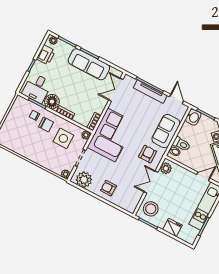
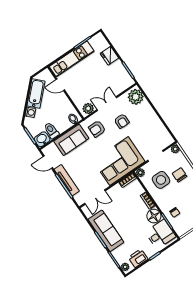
door: (177, 99) -> (48, 162), hinge flipped
chair: (46, 125) -> (180, 175), moved
toilet: (181, 144) -> (51, 131), moved
plant: (84, 180) -> (136, 97), moved
double door: (151, 182) -> (107, 104), swing flipped
armchair: (108, 188) -> (122, 121), moved
stool: (151, 209) -> (119, 81), removed

